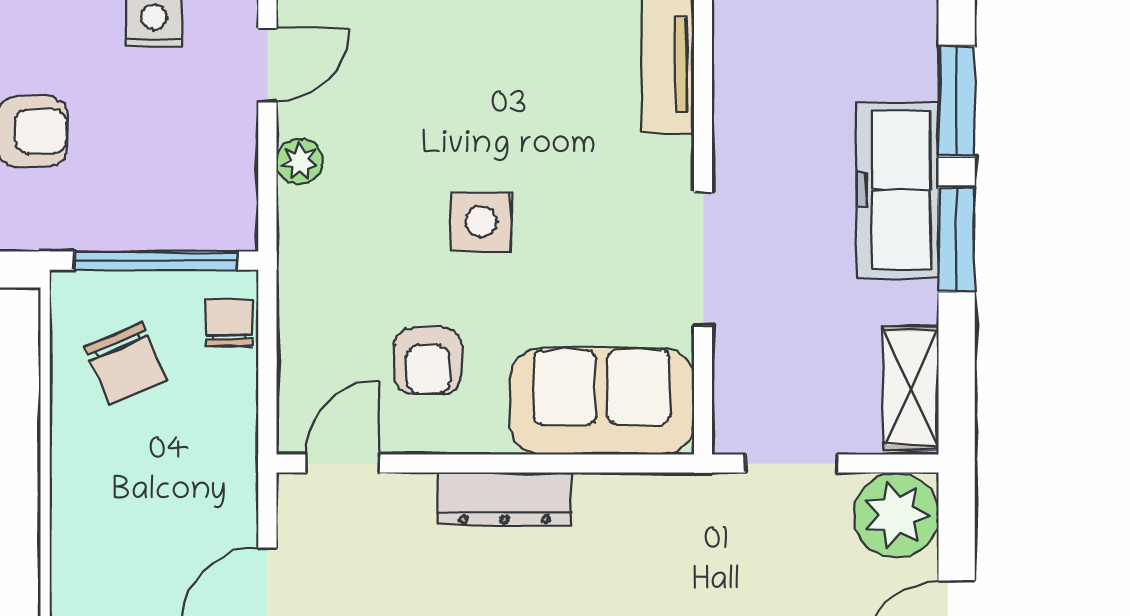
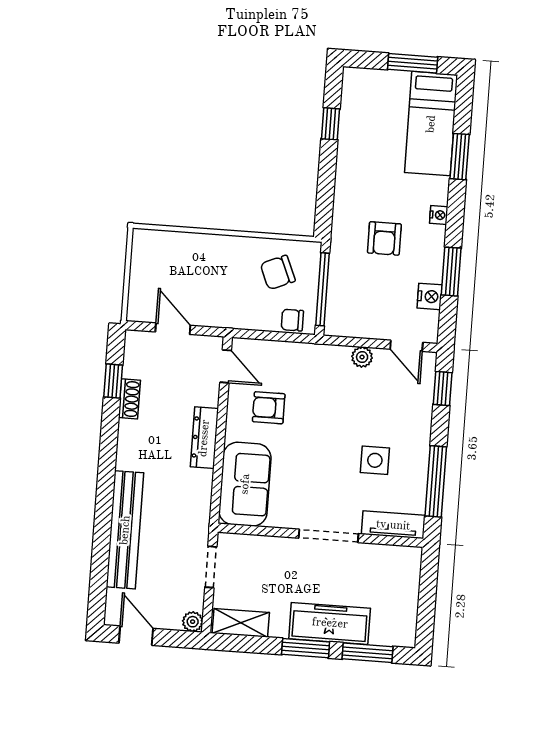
side table: (481, 222) -> (375, 460), moved
doorway: (703, 259) -> (328, 536), moved
chair: (229, 323) -> (292, 320), turned 180
plant: (896, 515) -> (193, 622), width x0.53, depth x0.53

